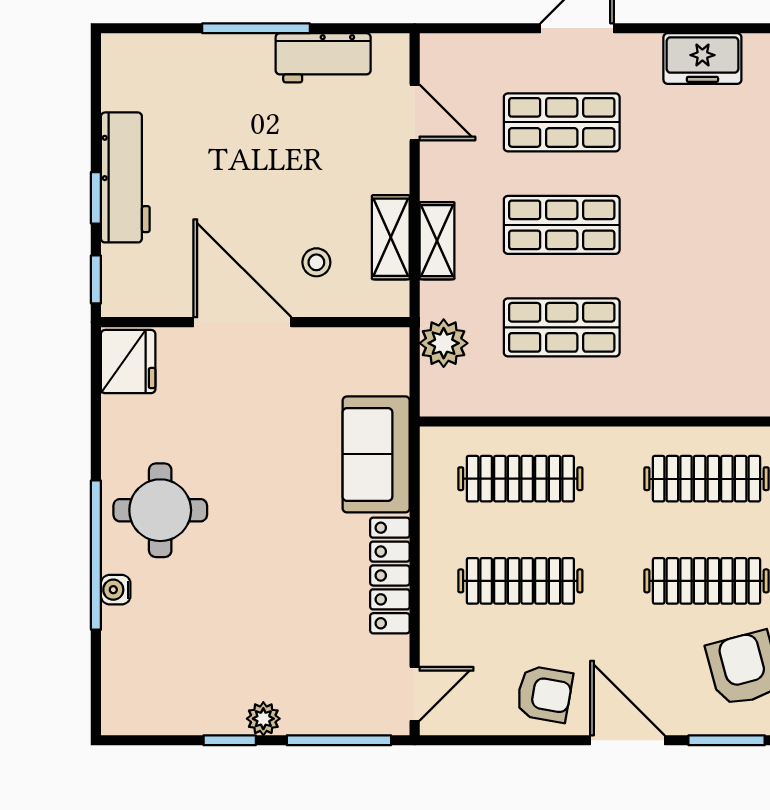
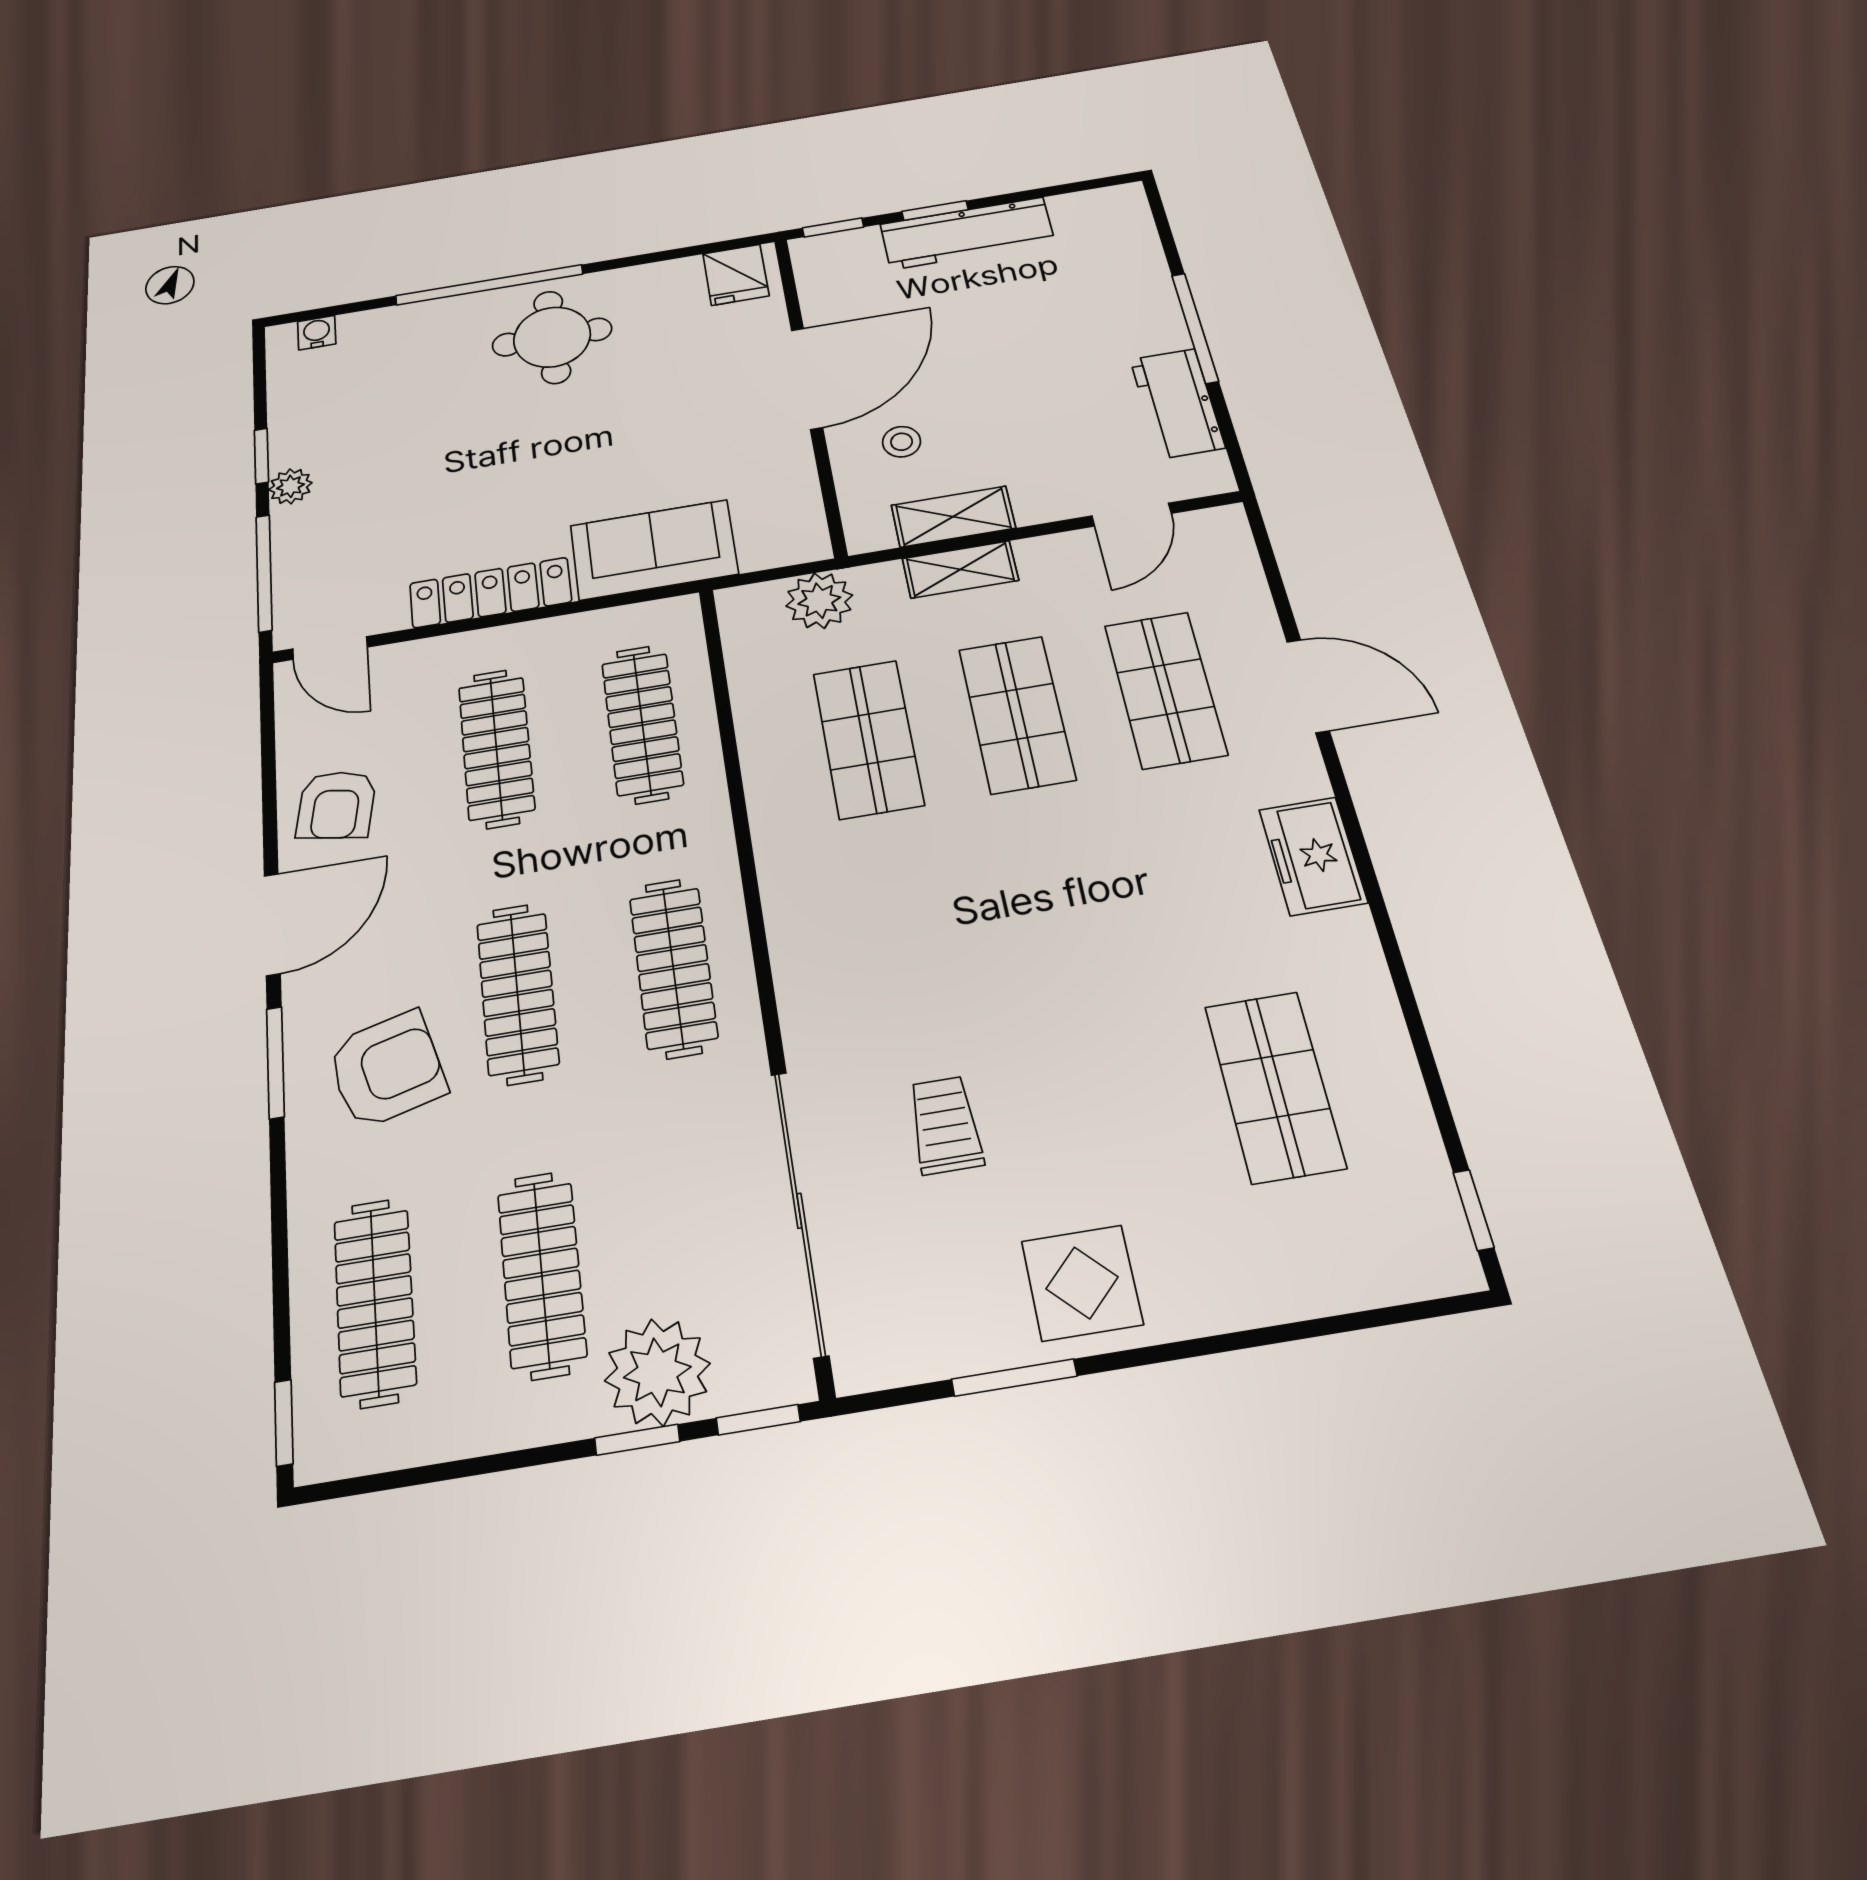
fridge: (128, 362) -> (736, 275), width x0.72
water cooler: (116, 590) -> (317, 333), moved

